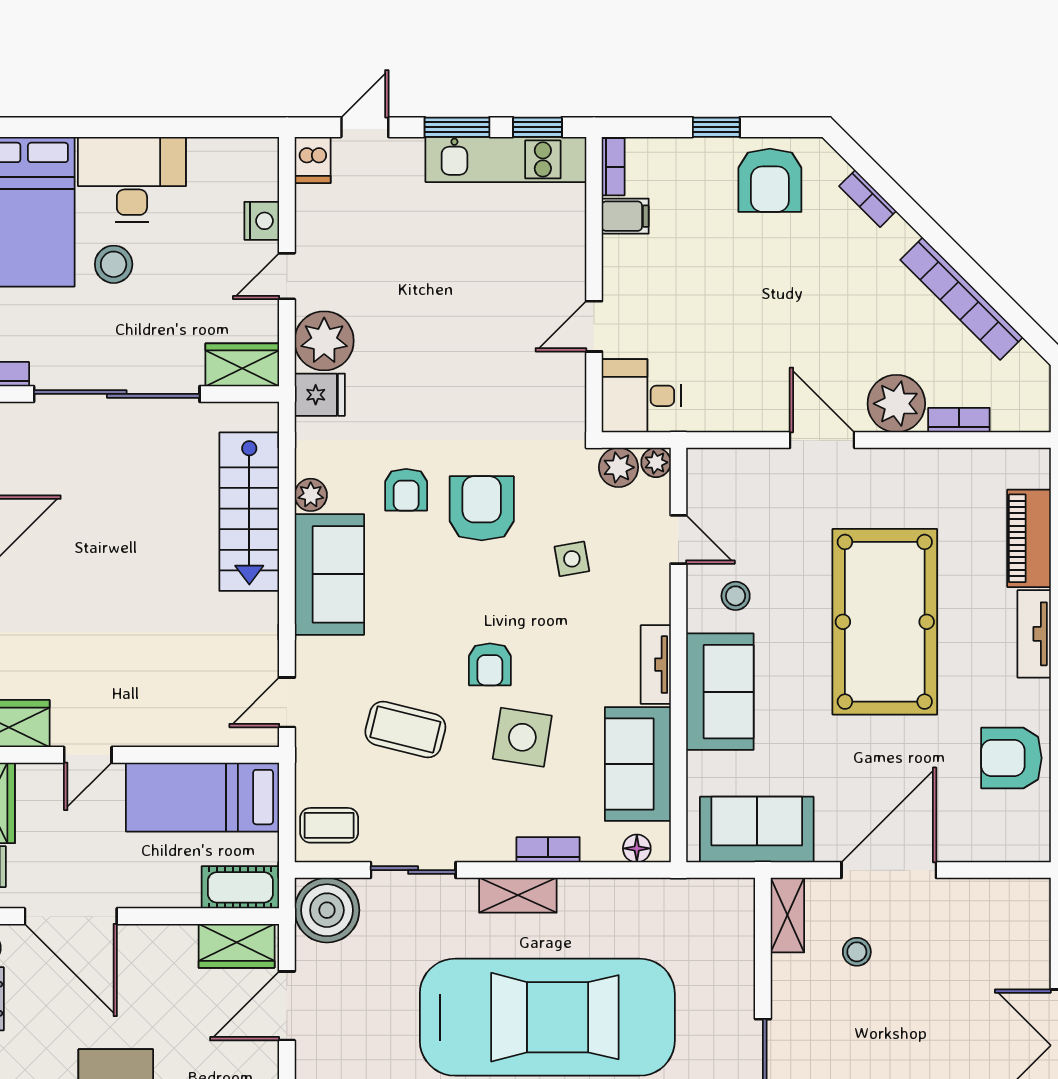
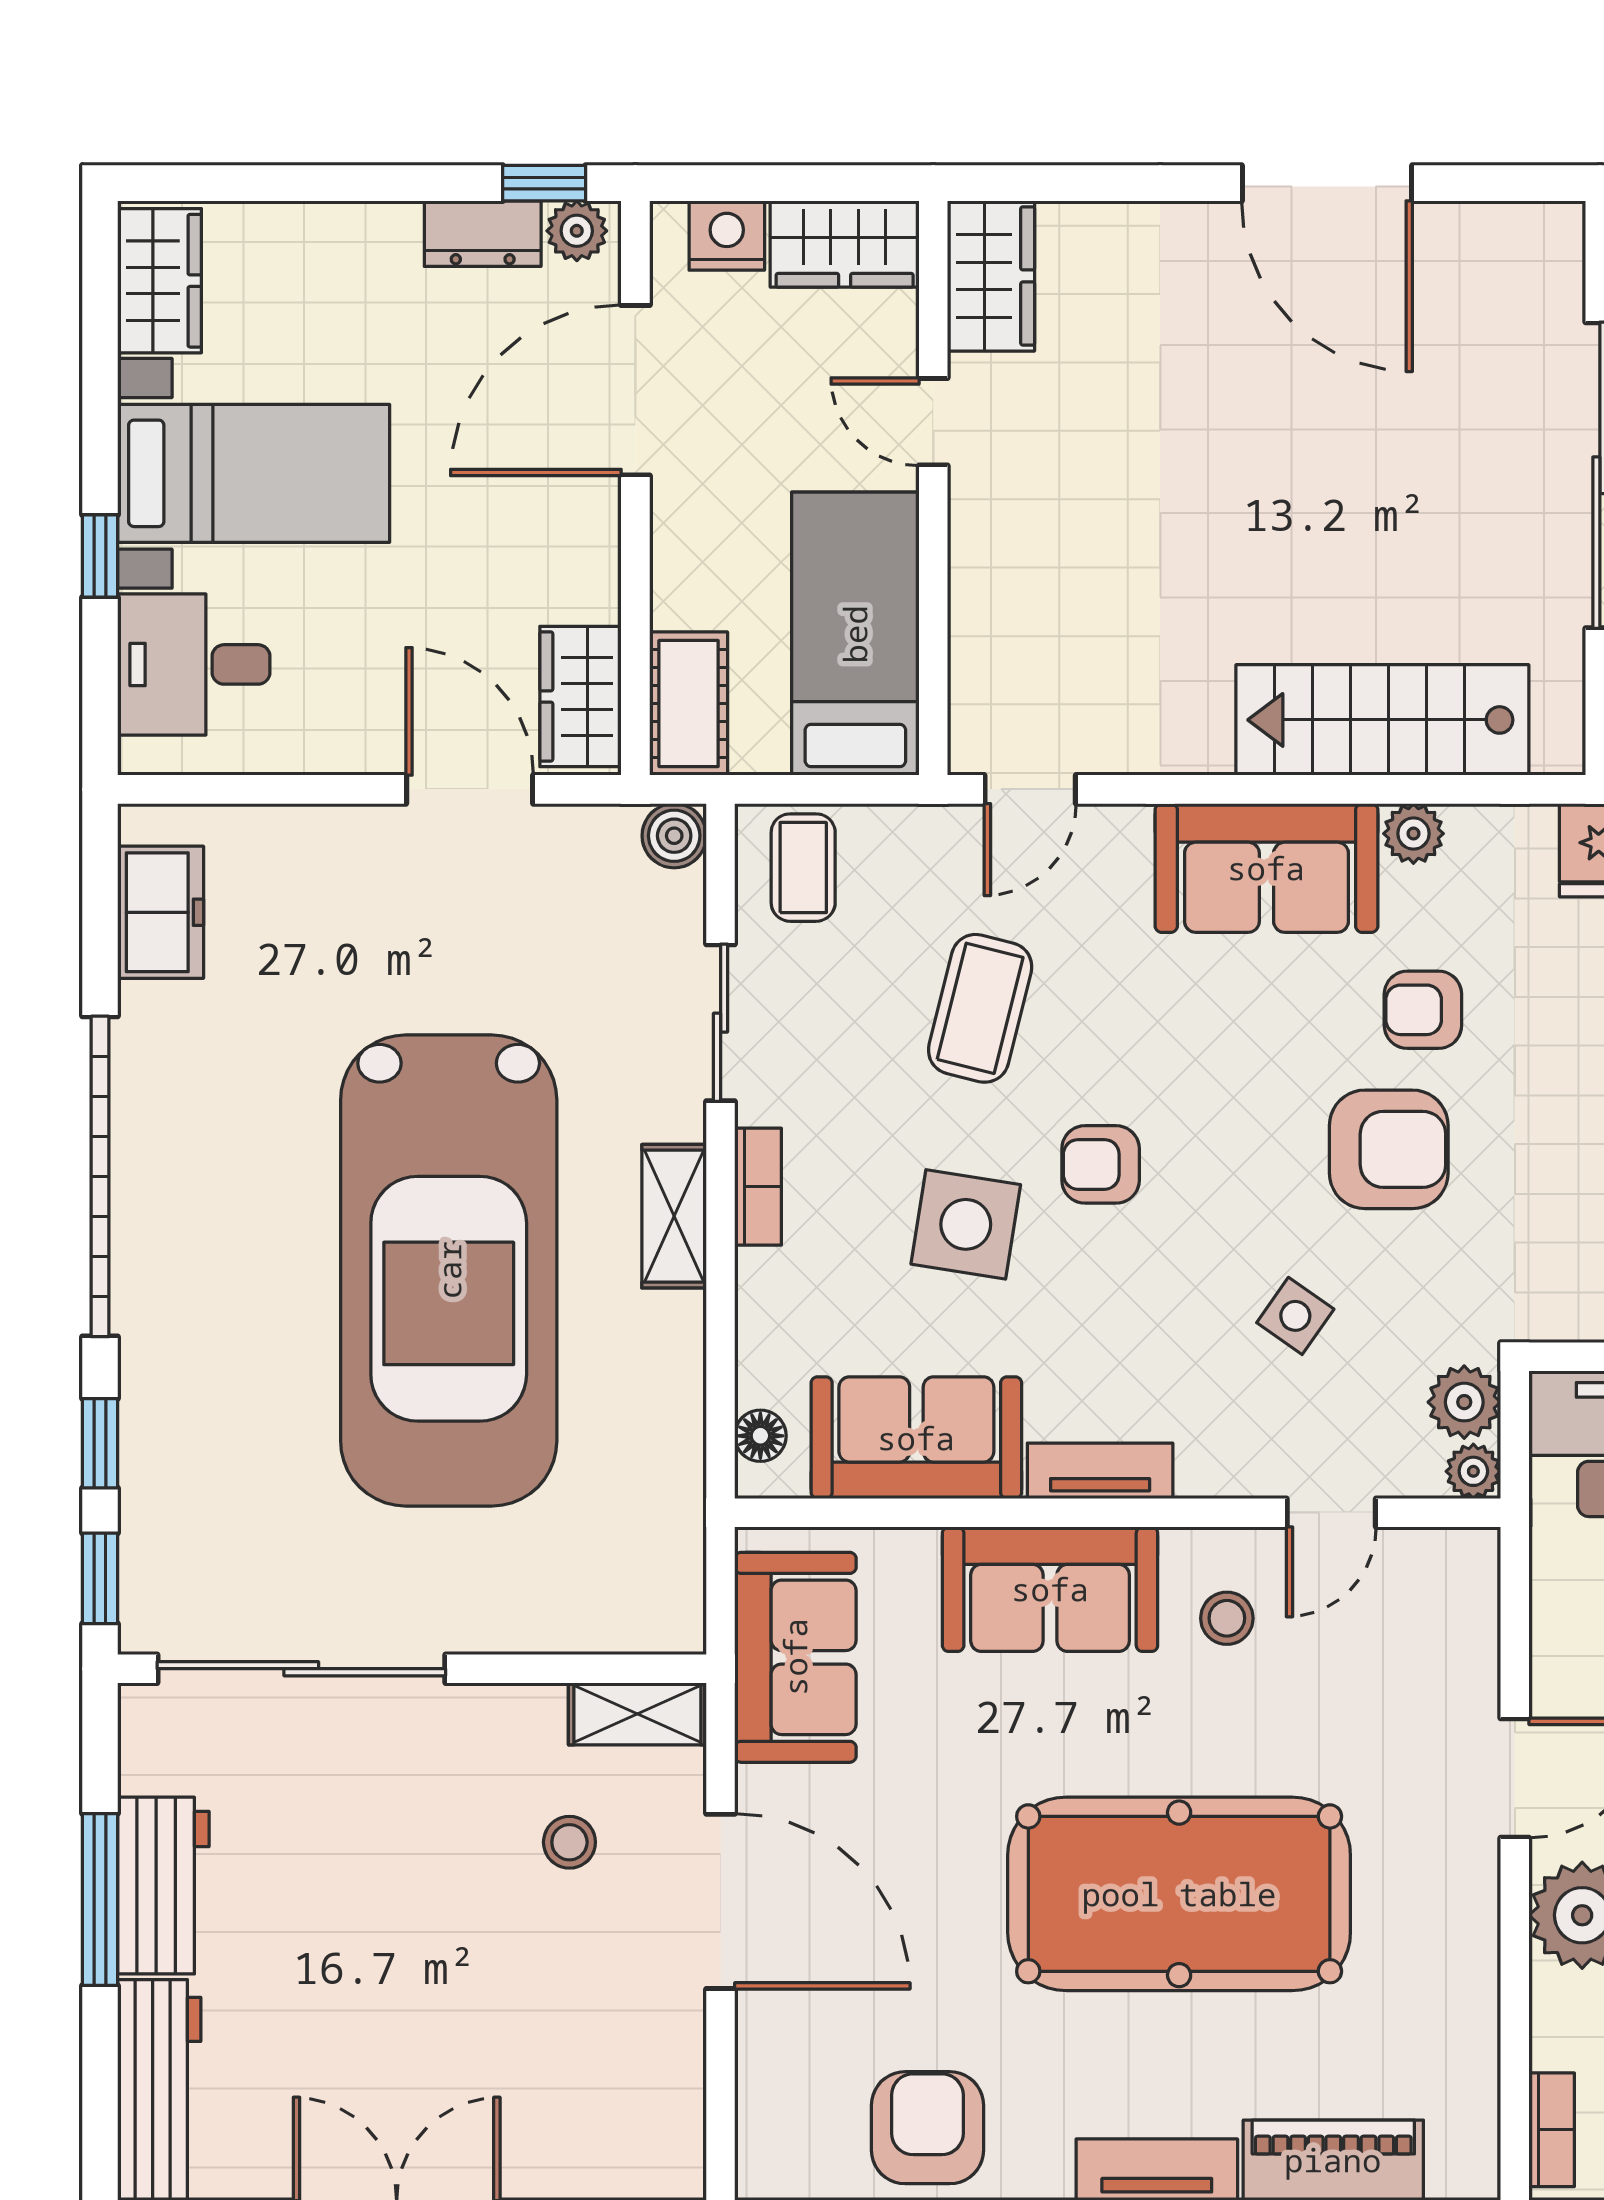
bookcase: (959, 420) -> (1552, 2130), moved
side table: (572, 559) -> (1295, 1316), turned 45
door: (287, 702) -> (1030, 789), swing flipped
bookcase: (548, 850) -> (758, 1187), moved
boiler: (327, 910) -> (674, 836), width x0.54, depth x0.54

